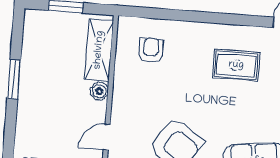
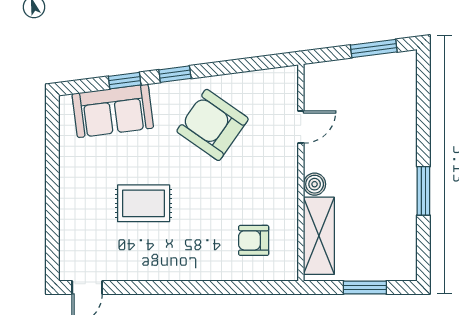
armchair: (151, 50) -> (254, 240), turned 90
rug: (236, 65) -> (144, 203), moved

